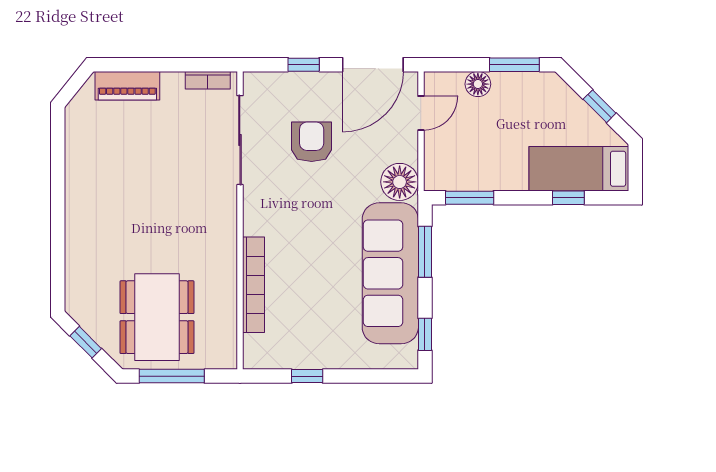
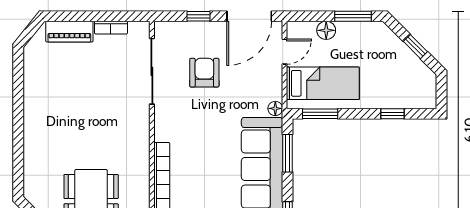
bookcase: (208, 80) -> (111, 28), moved
bed: (579, 169) -> (323, 83), moved, turned 180
floor lamp: (400, 182) -> (275, 108), width x0.53, depth x0.53

